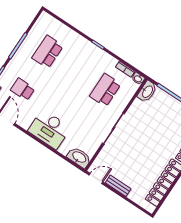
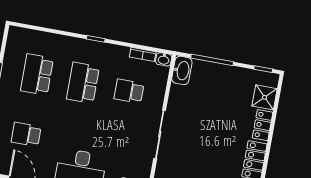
school desk: (76, 71) -> (83, 83), added
school desk: (105, 90) -> (129, 91), width x0.54

